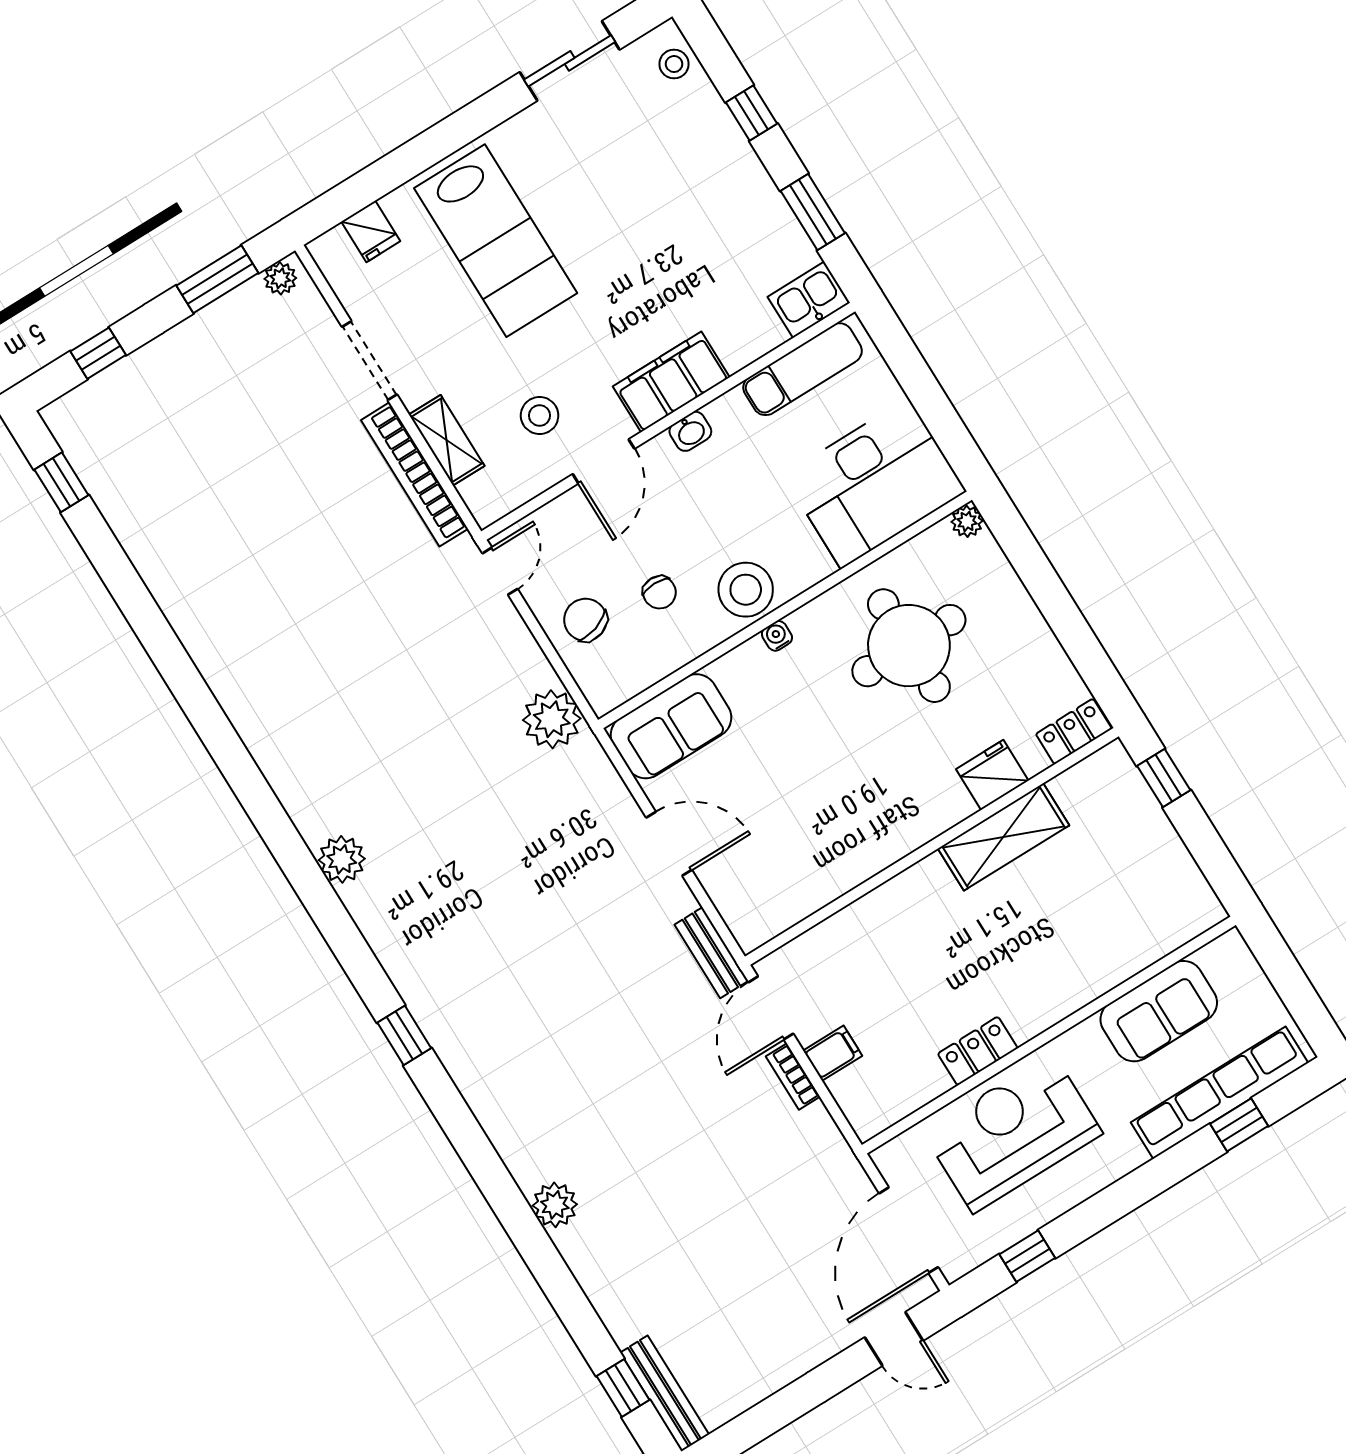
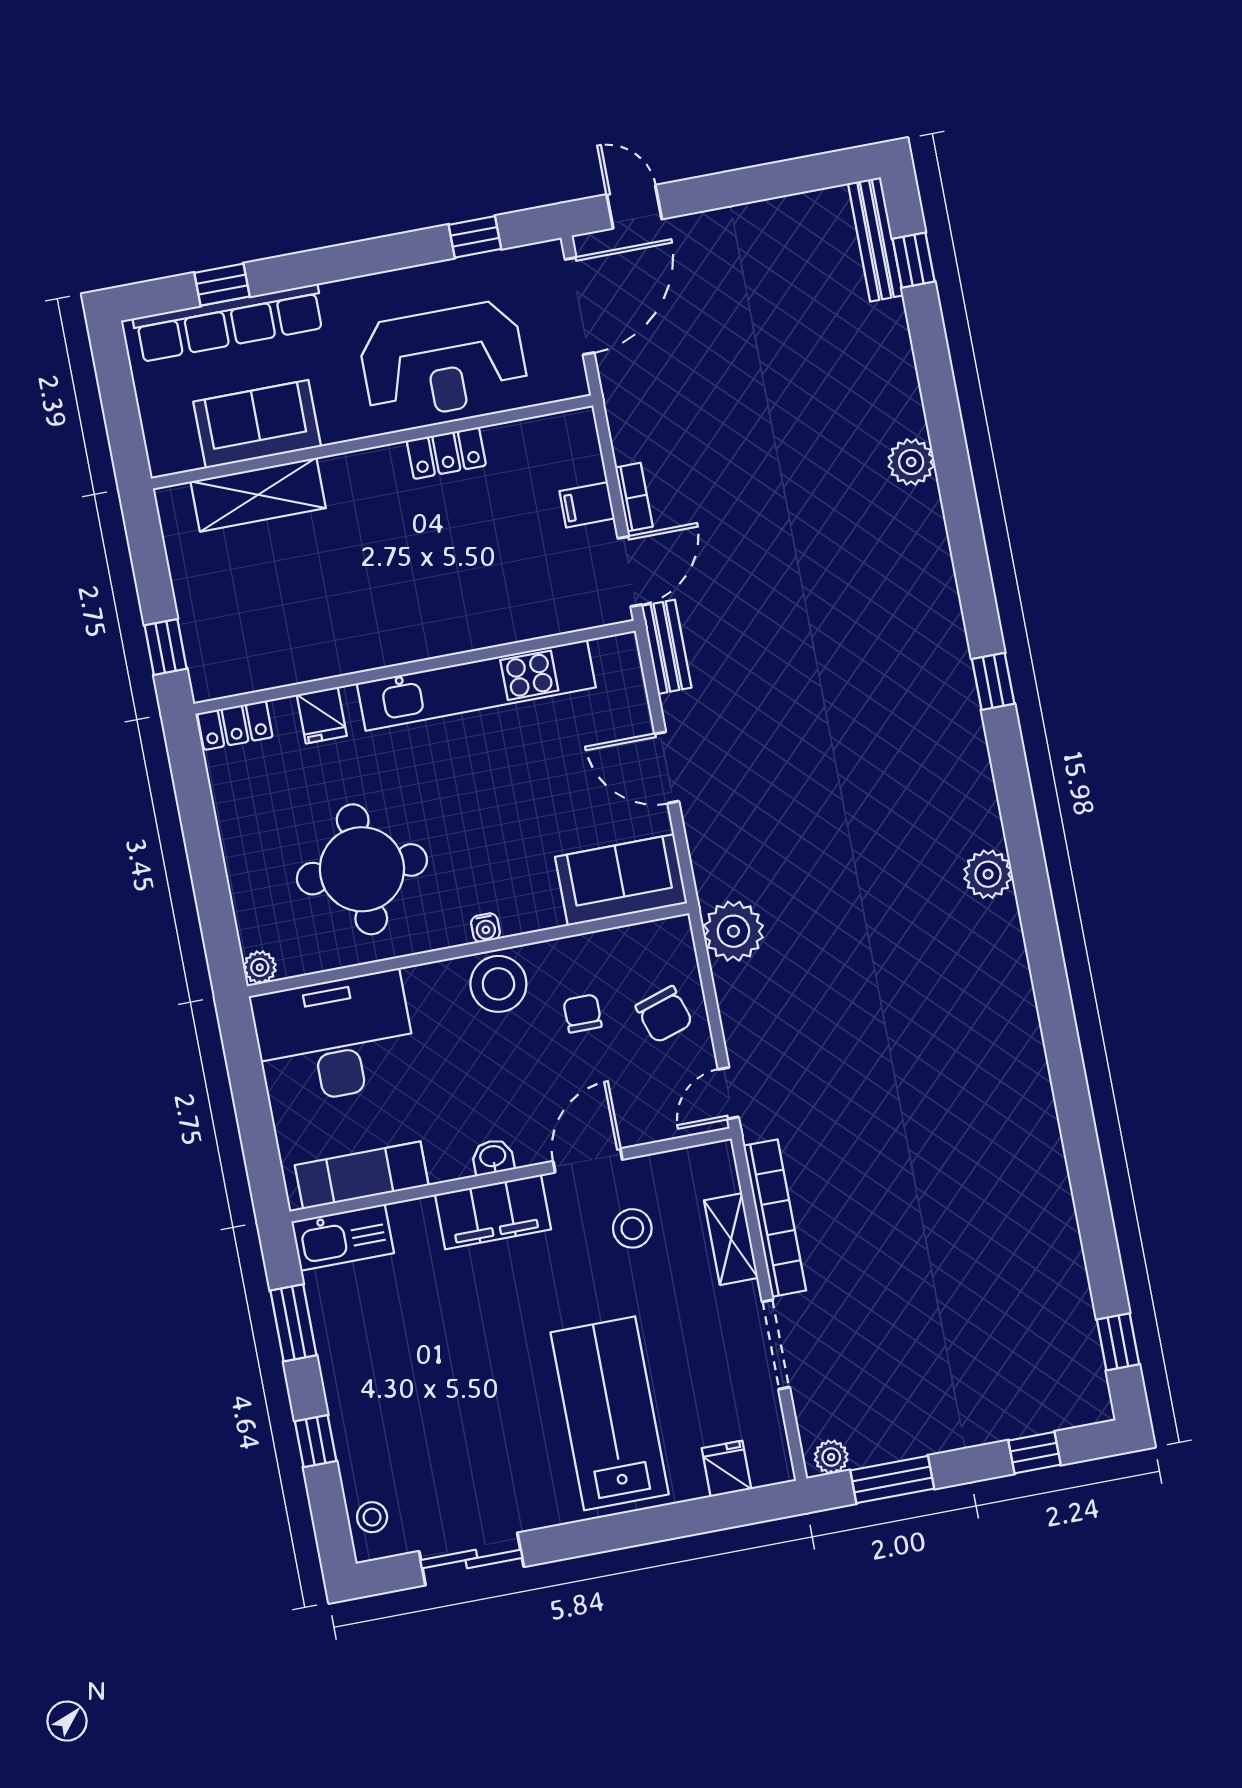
kitchen sink: (809, 300) -> (343, 1237), width x1.38
fridge: (992, 775) -> (322, 715), width x0.72
shelving: (1004, 837) -> (258, 495), moved
kitchen unit: (870, 852) -> (476, 685), added

